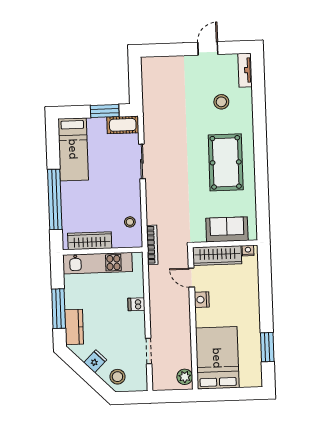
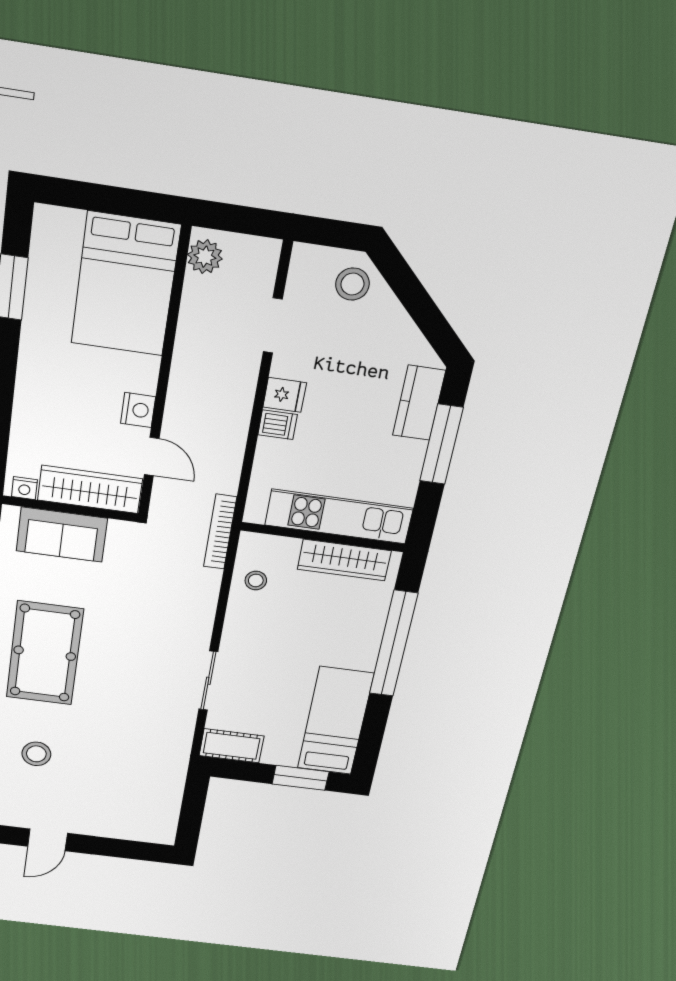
window: (105, 111) -> (301, 778), moved
fridge: (95, 361) -> (285, 395), moved, turned -135

